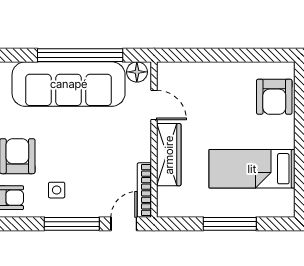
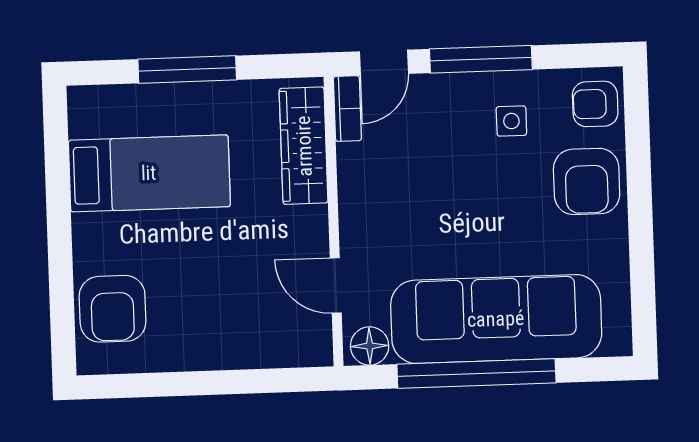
armchair: (274, 97) -> (113, 309), turned 180
wardrobe: (169, 155) -> (304, 146), moved
bookcase: (144, 190) -> (347, 109), width x0.64

